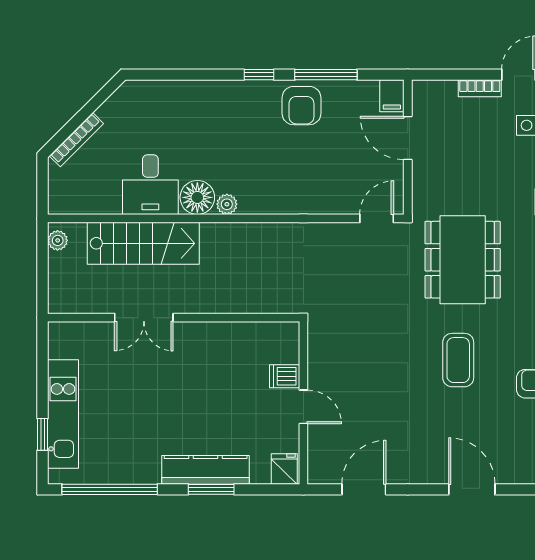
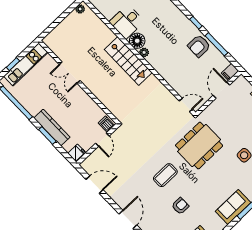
stairs: (143, 243) -> (128, 61), moved
double door: (144, 318) -> (70, 72), moved
wall: (174, 318) -> (79, 82), moved

